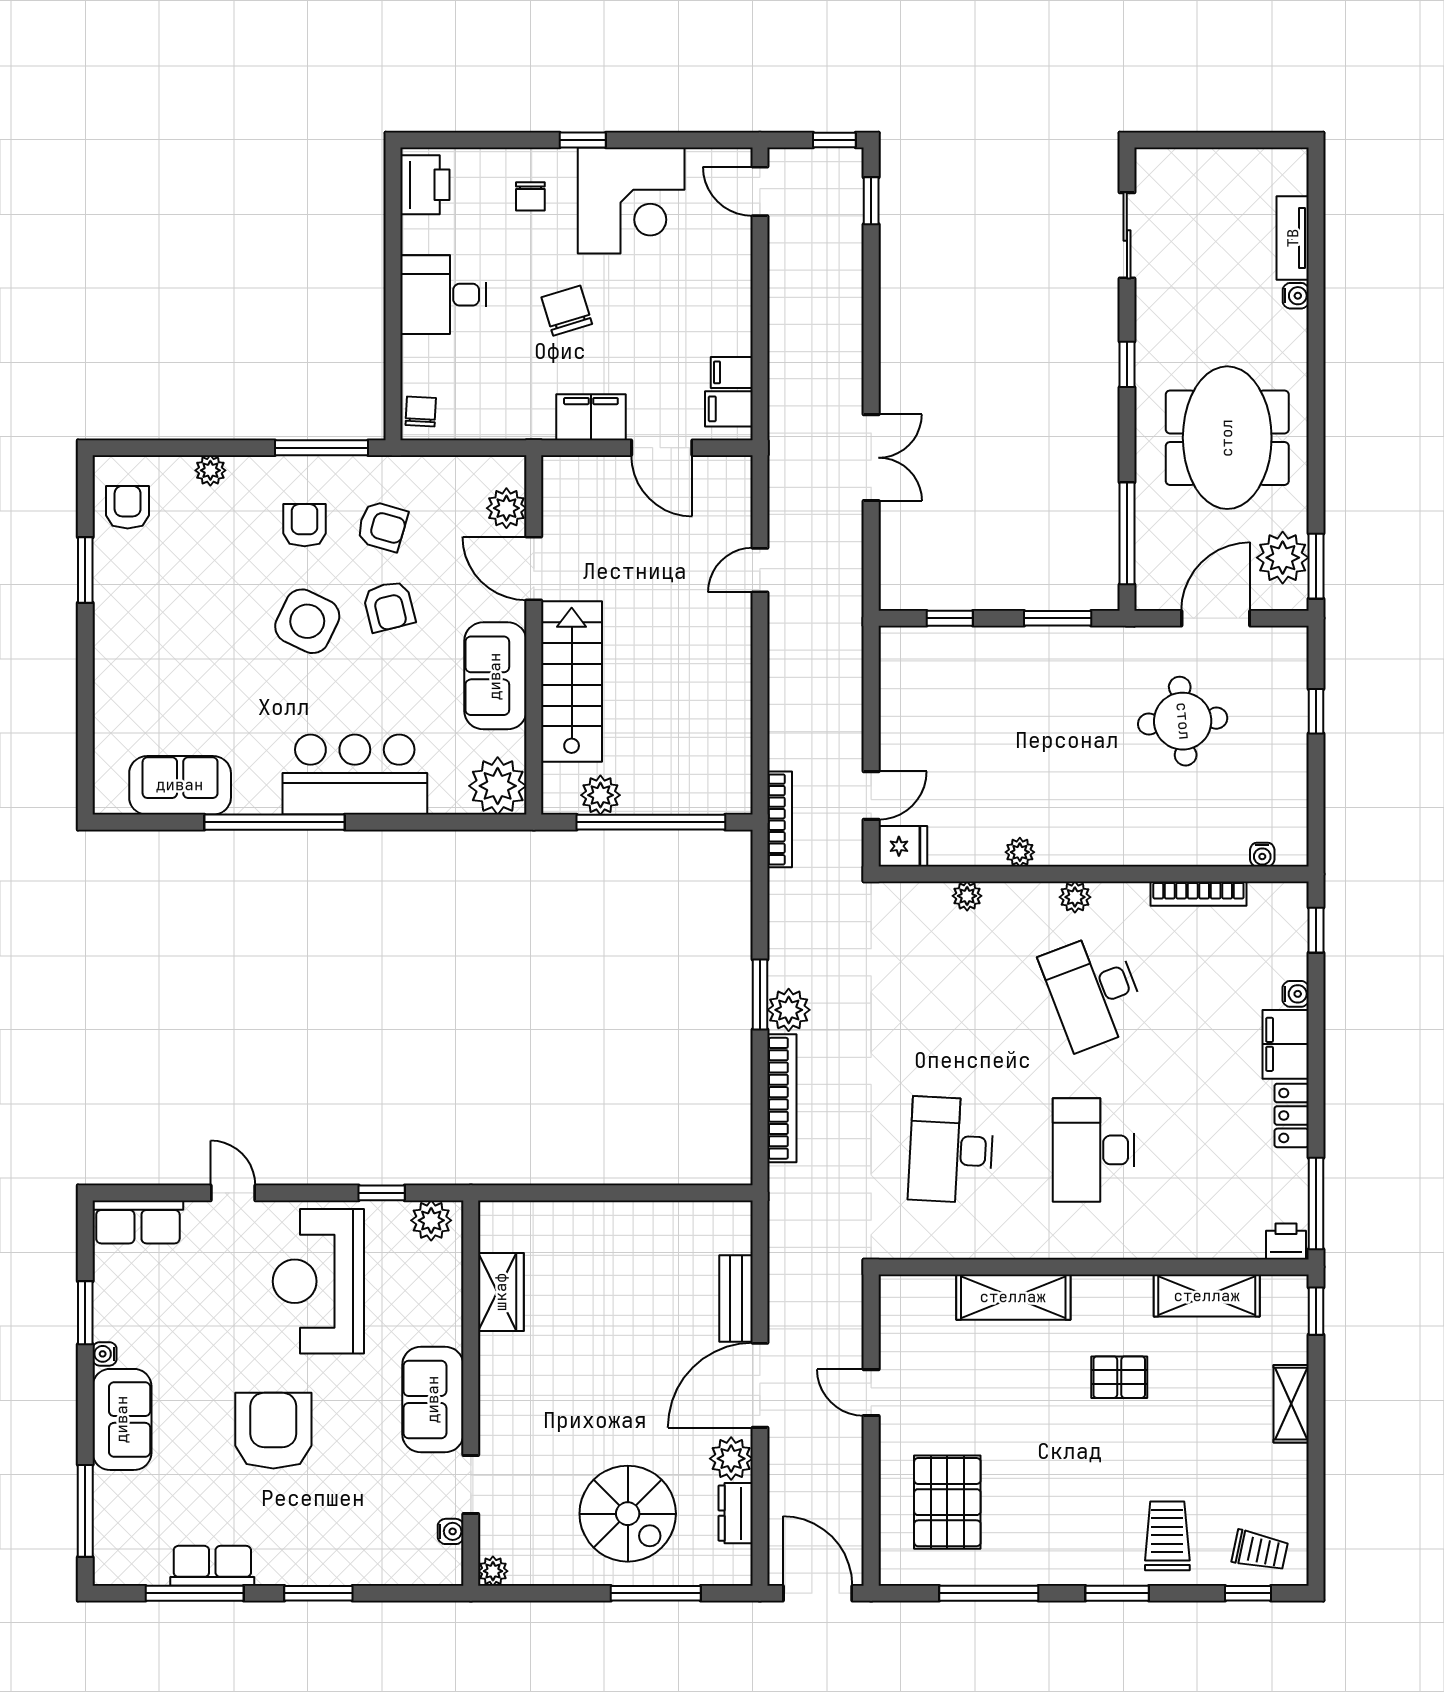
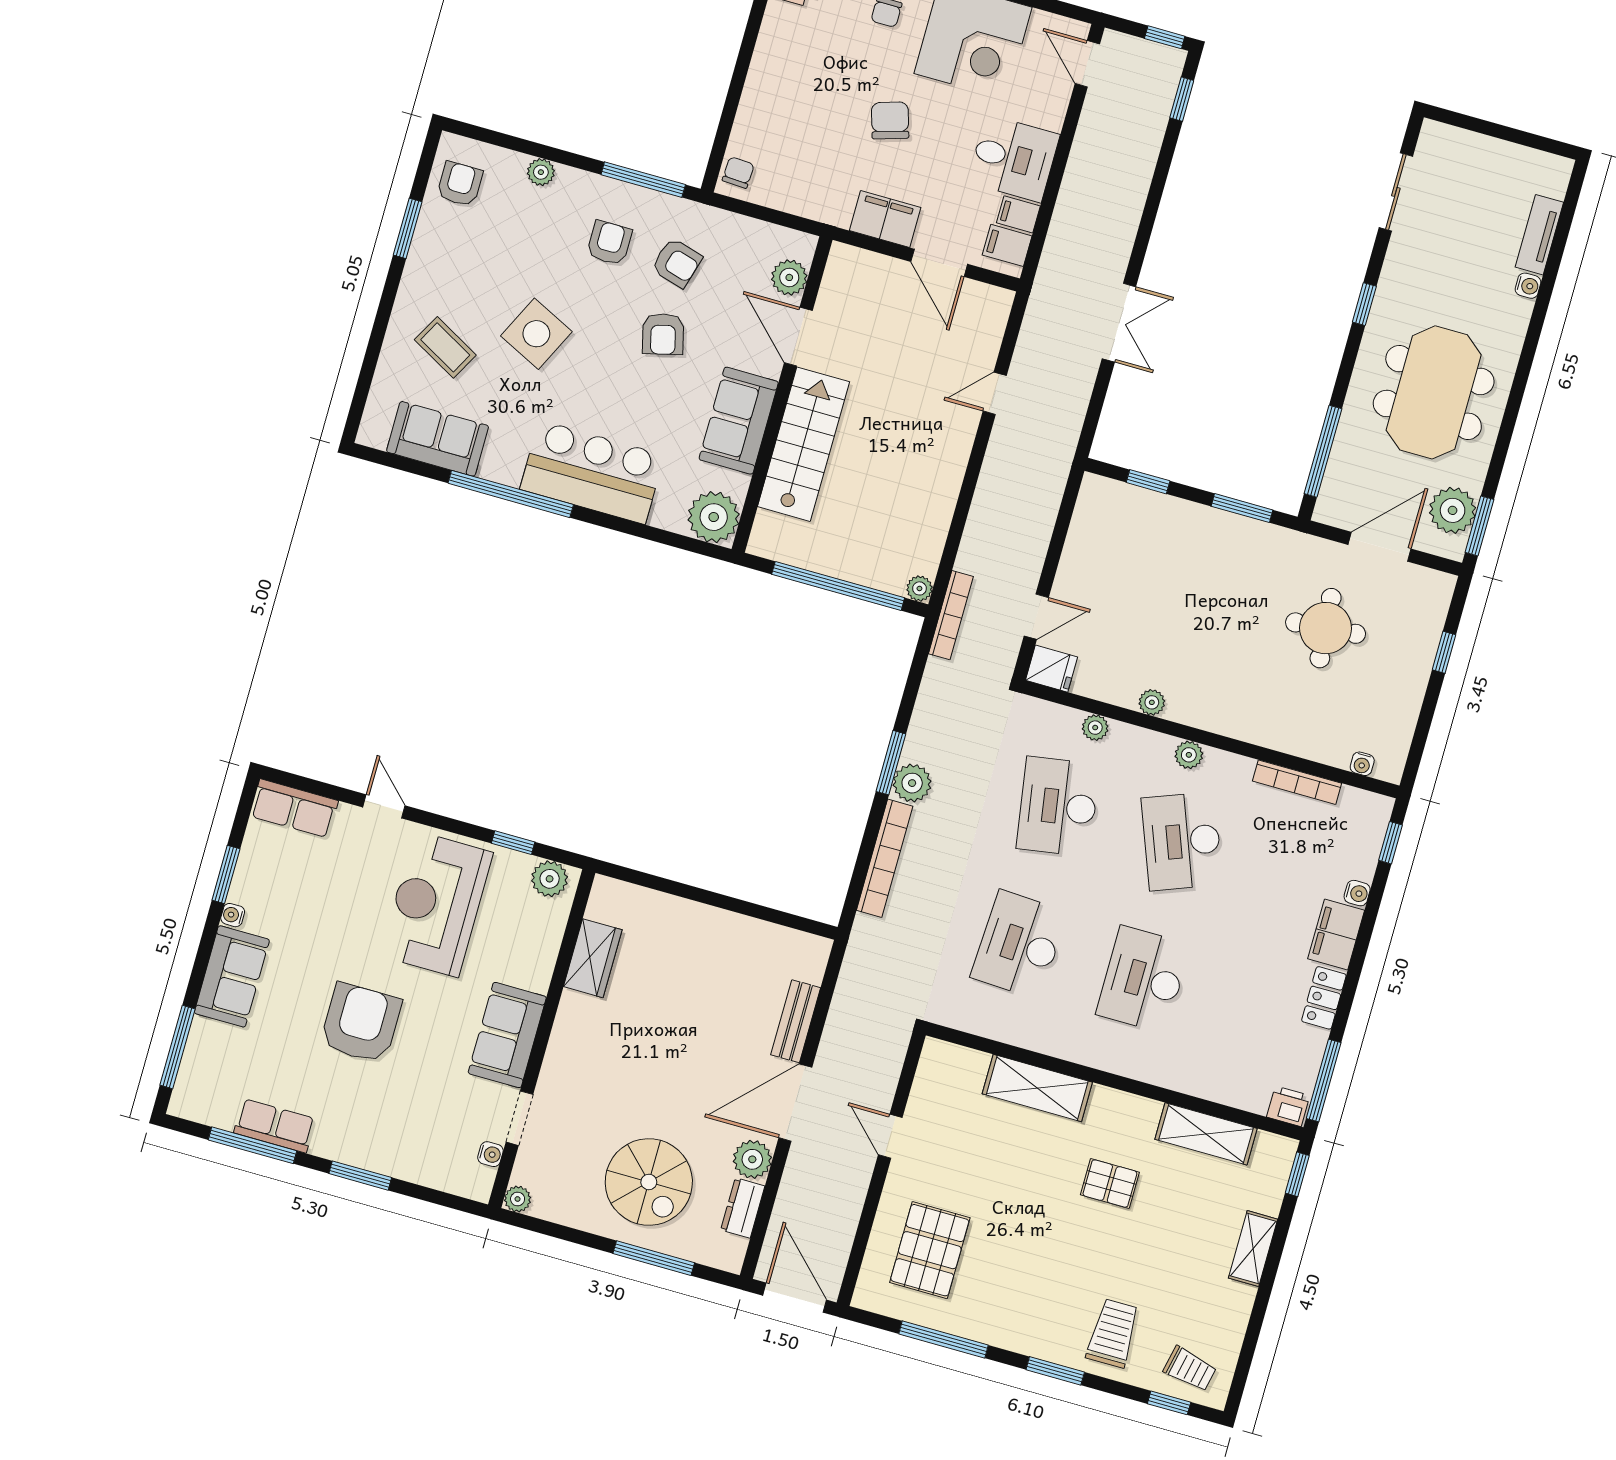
desk: (443, 295) -> (1014, 158), moved, turned 180
side table: (307, 621) -> (536, 334), moved
coffee table: (161, 686) -> (445, 347), added
plant: (600, 795) -> (919, 588), moved, width x0.73, depth x0.73
desk: (951, 991) -> (1058, 806), added

